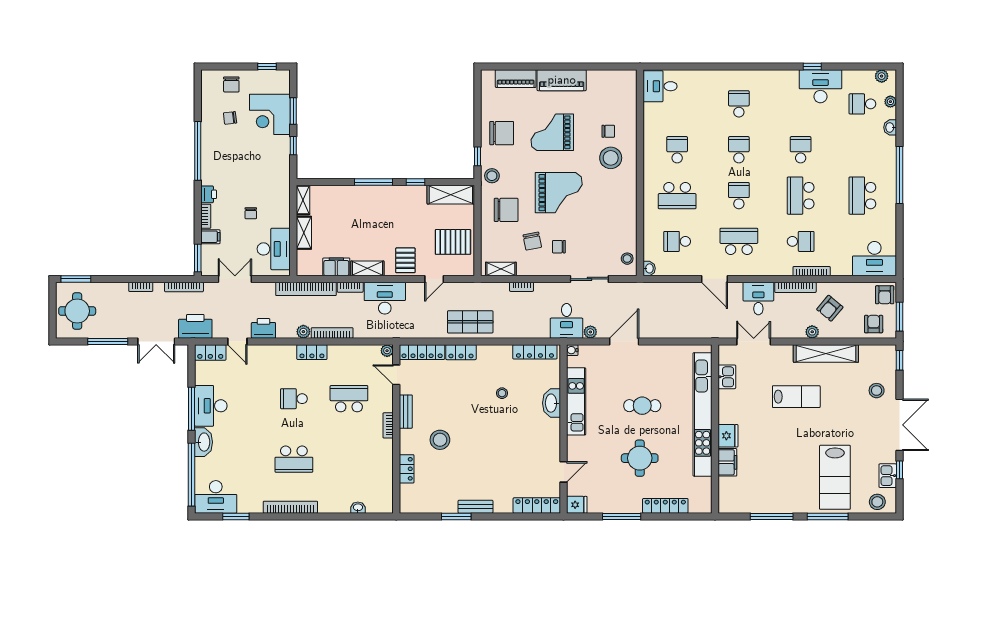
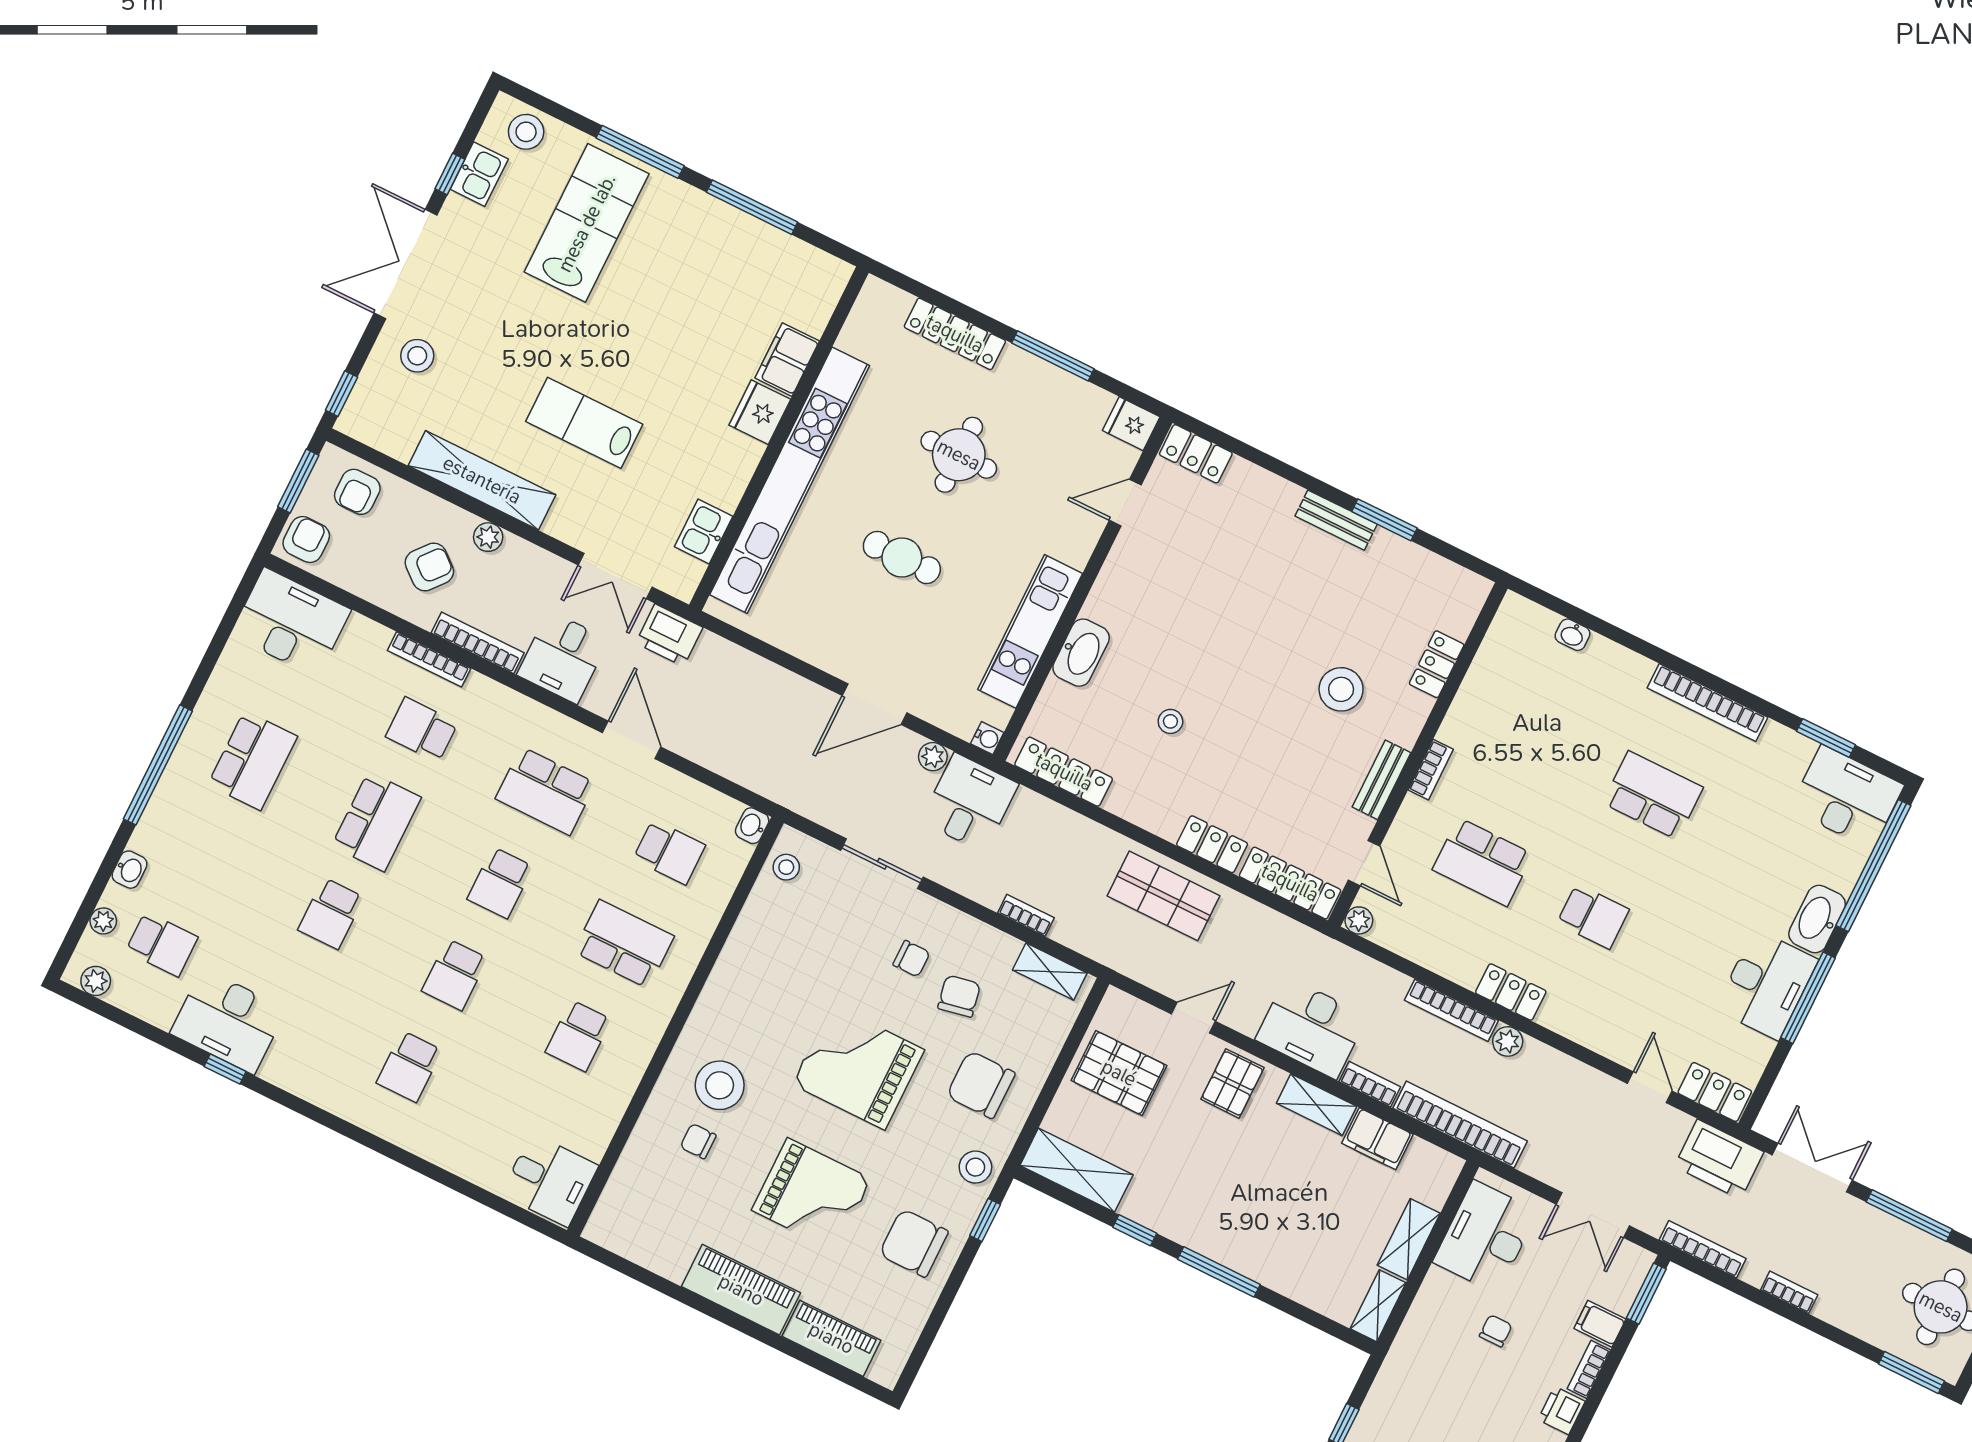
printer: (263, 328) -> (669, 635), moved
locker: (537, 505) -> (1196, 454), width x0.66

